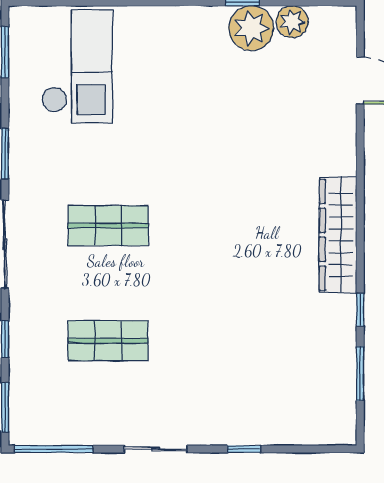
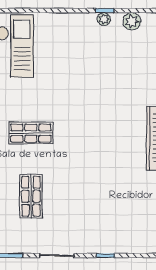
plant: (251, 28) -> (104, 19), width x0.53, depth x0.53
shop shelf: (108, 341) -> (31, 196), turned 90

